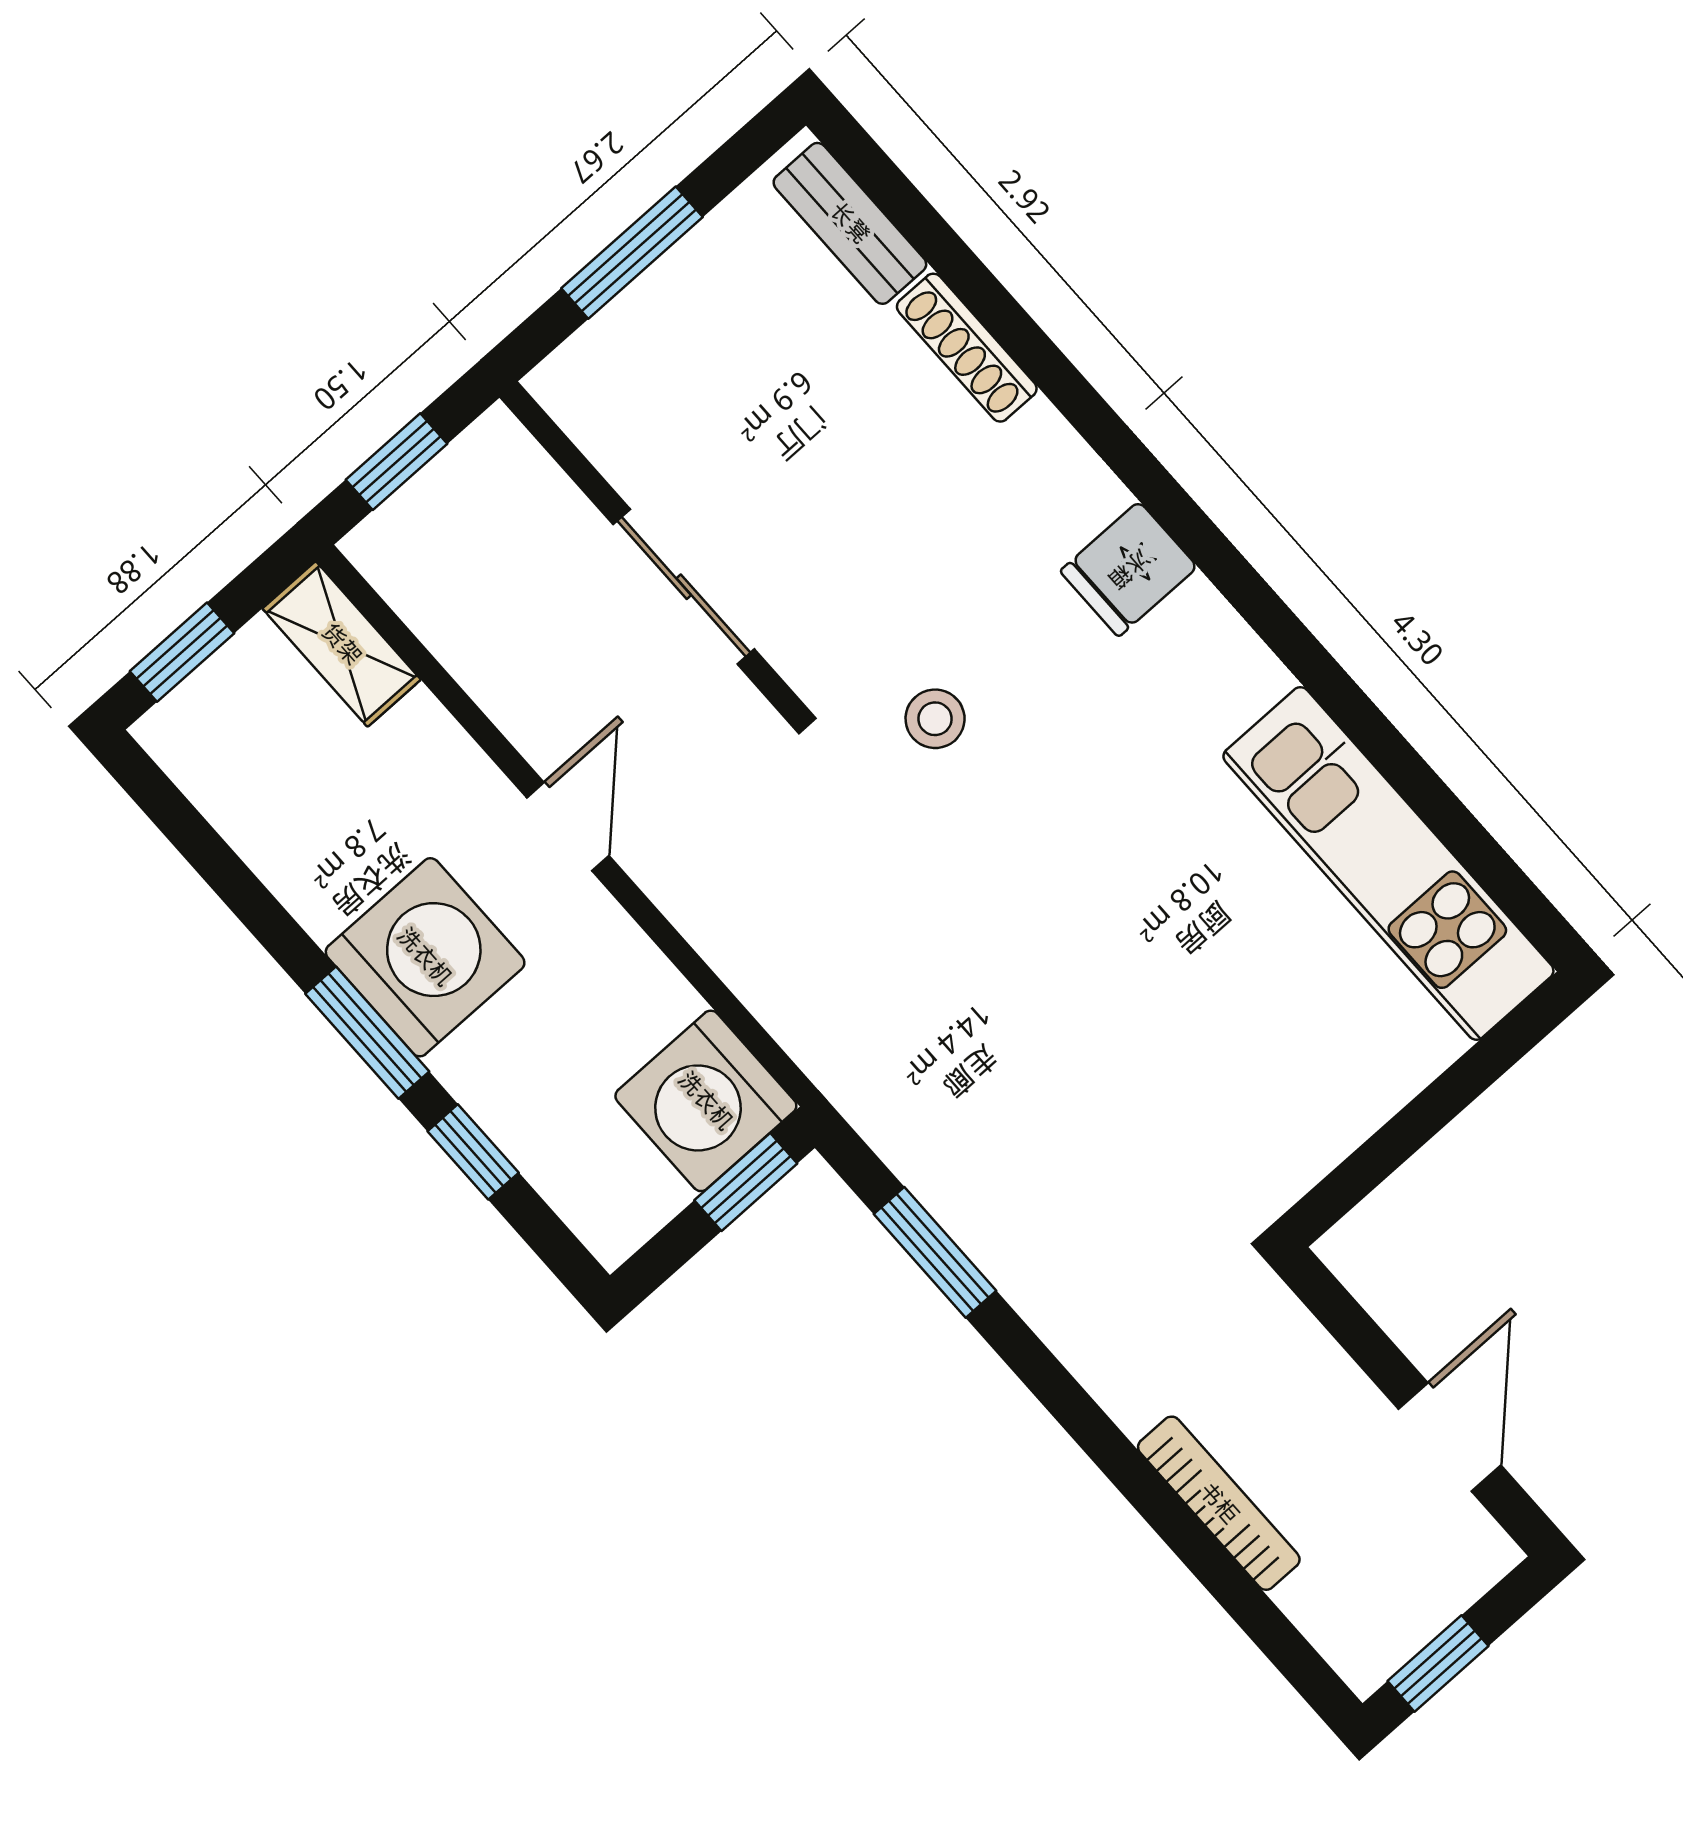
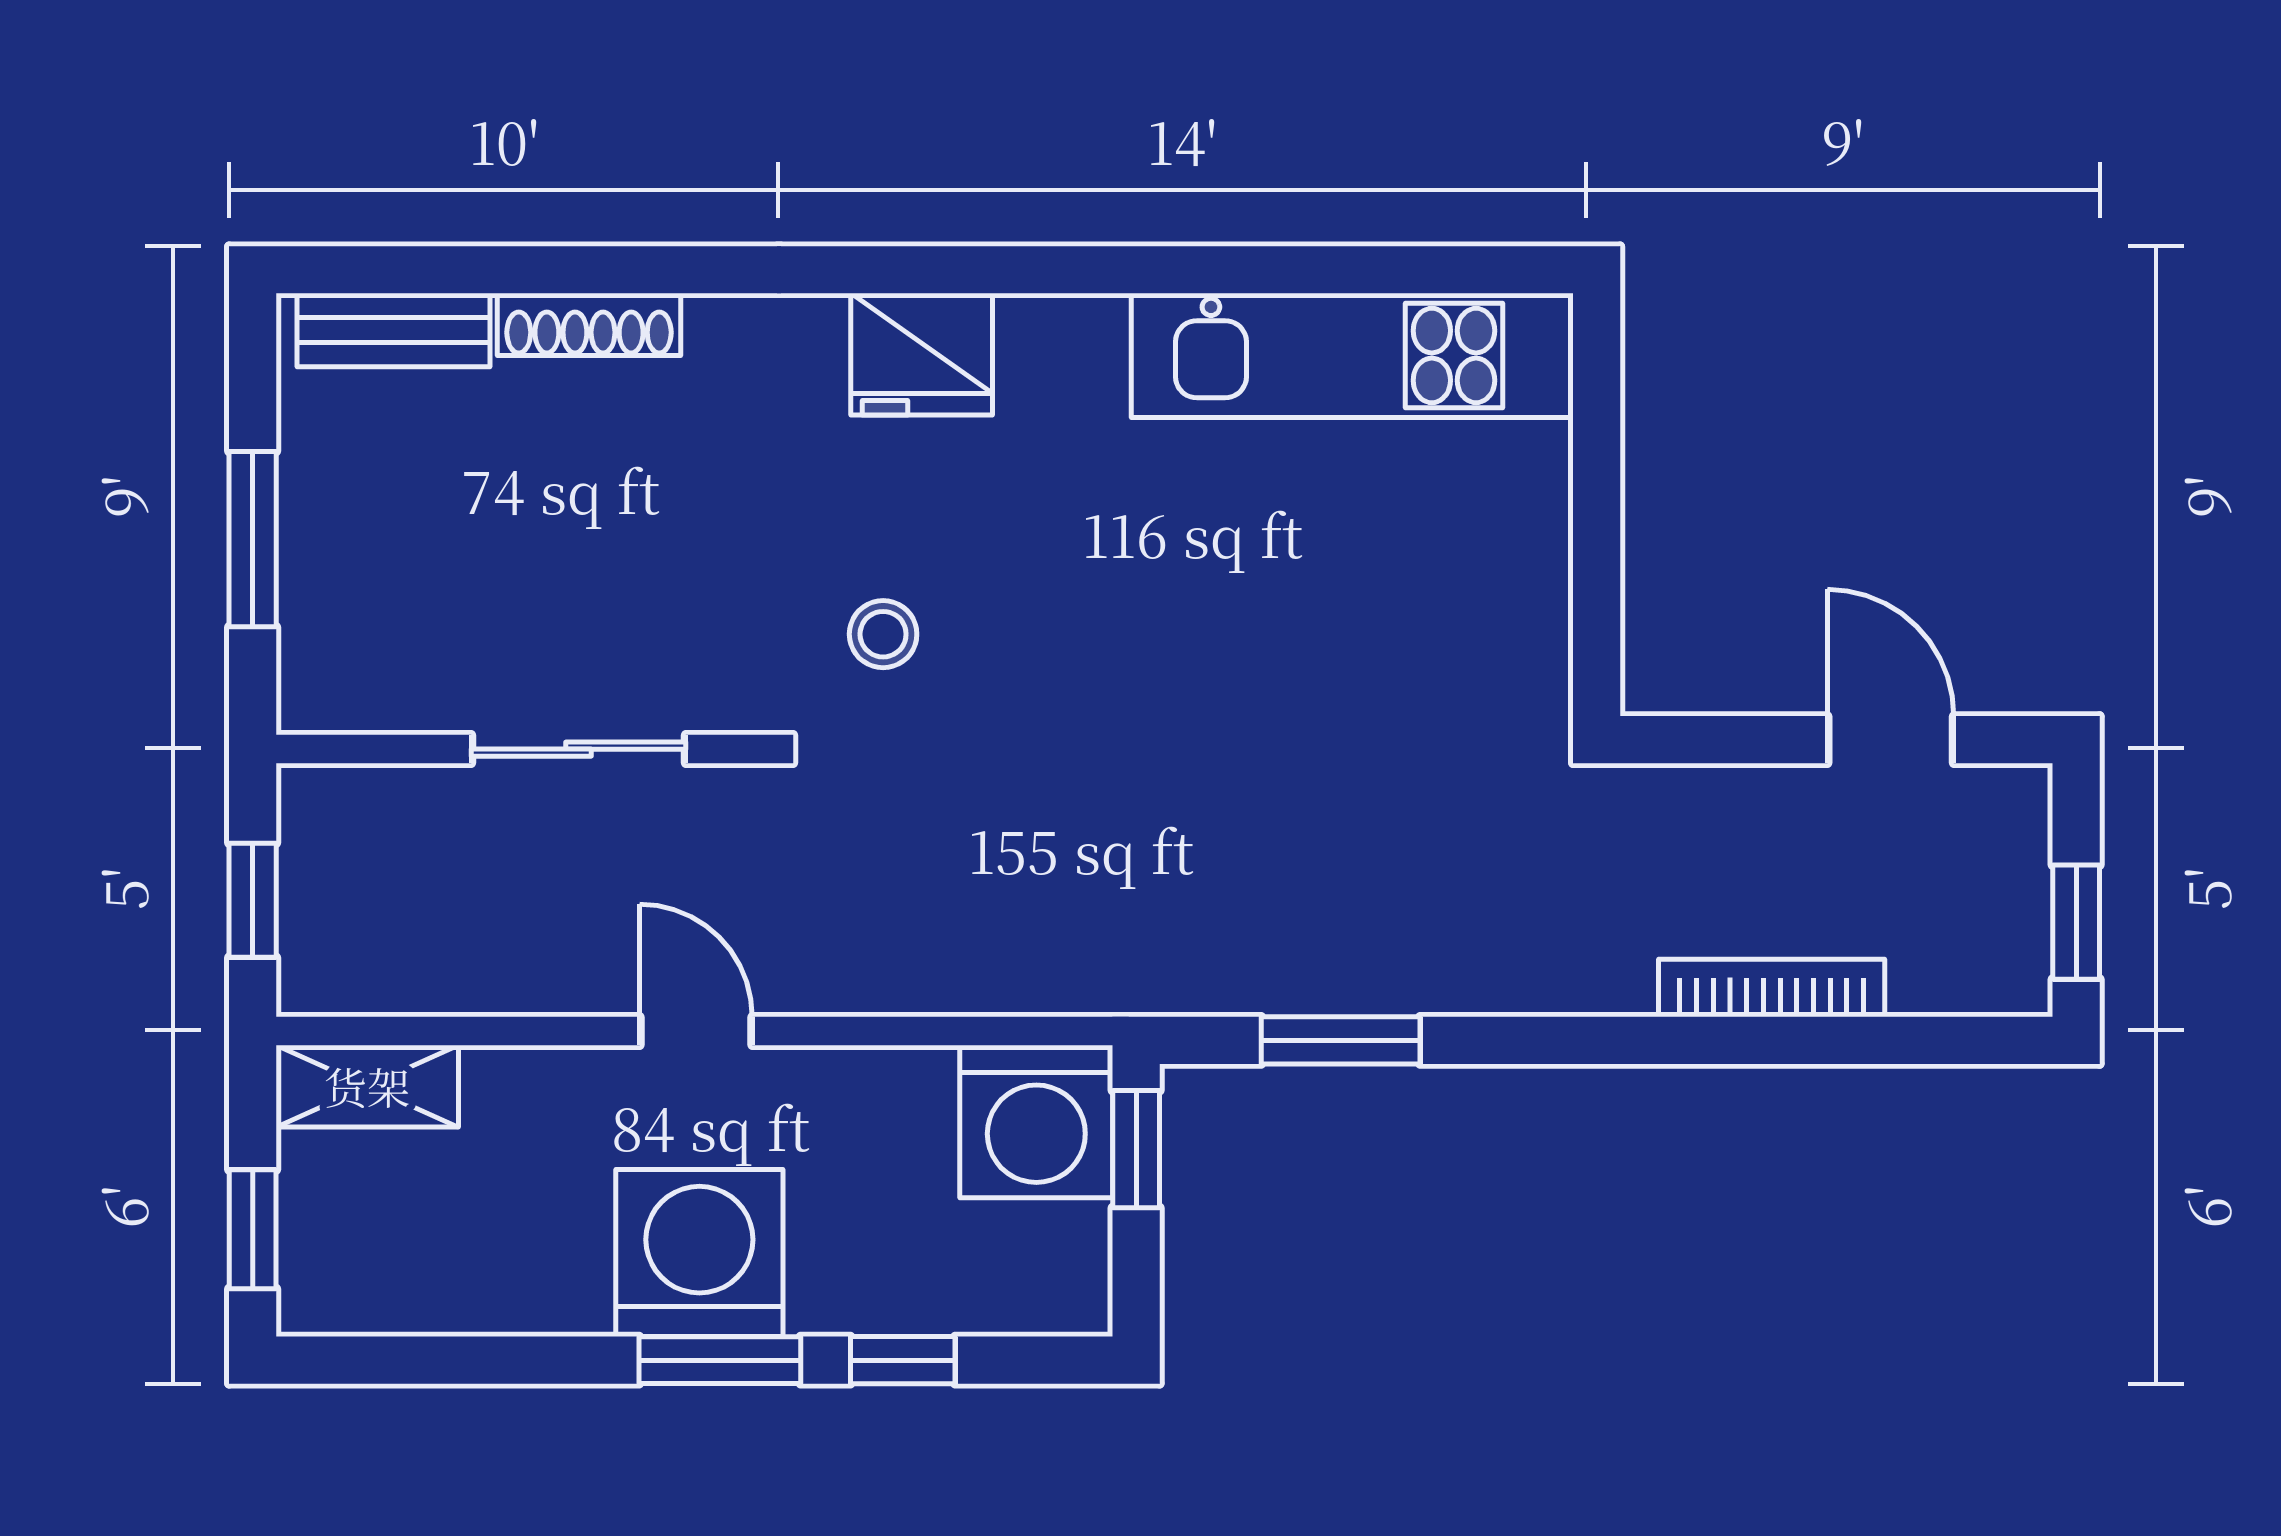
fridge: (1129, 569) -> (922, 354), width x1.38

